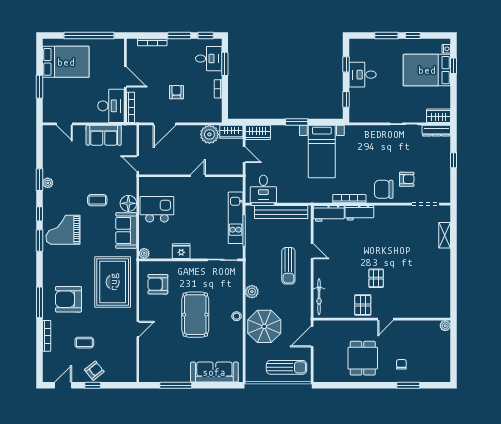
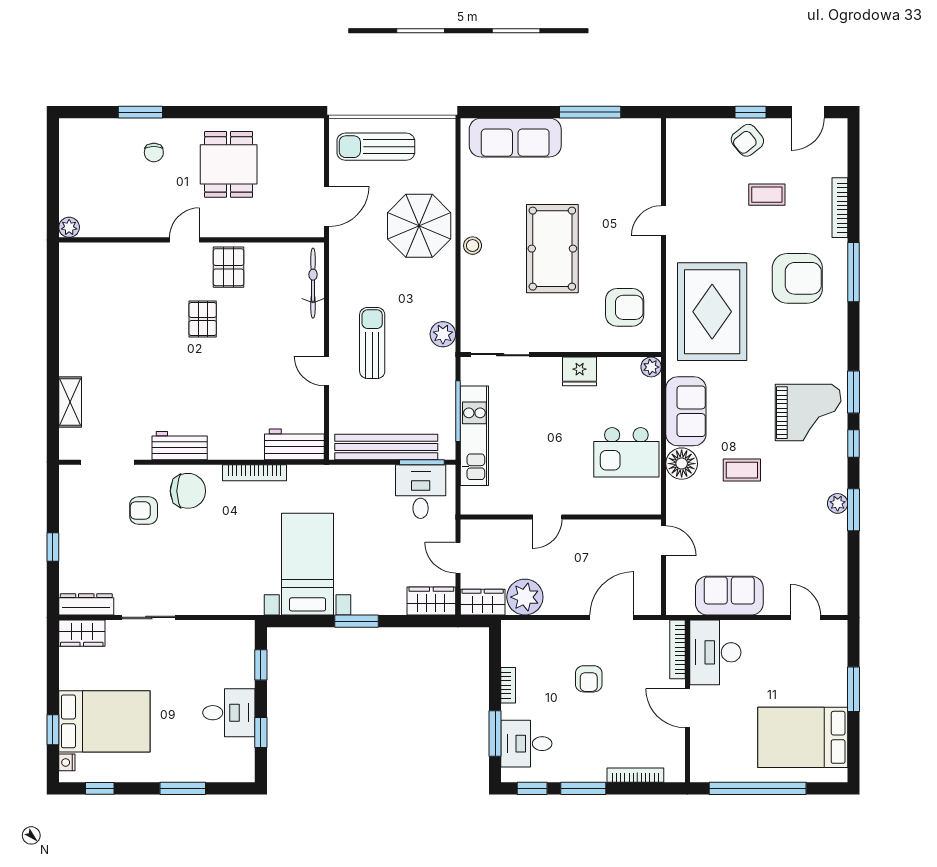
window: (413, 35) -> (100, 788), moved
workbench: (359, 213) -> (180, 446), moved
plant: (252, 292) -> (443, 334), moved

